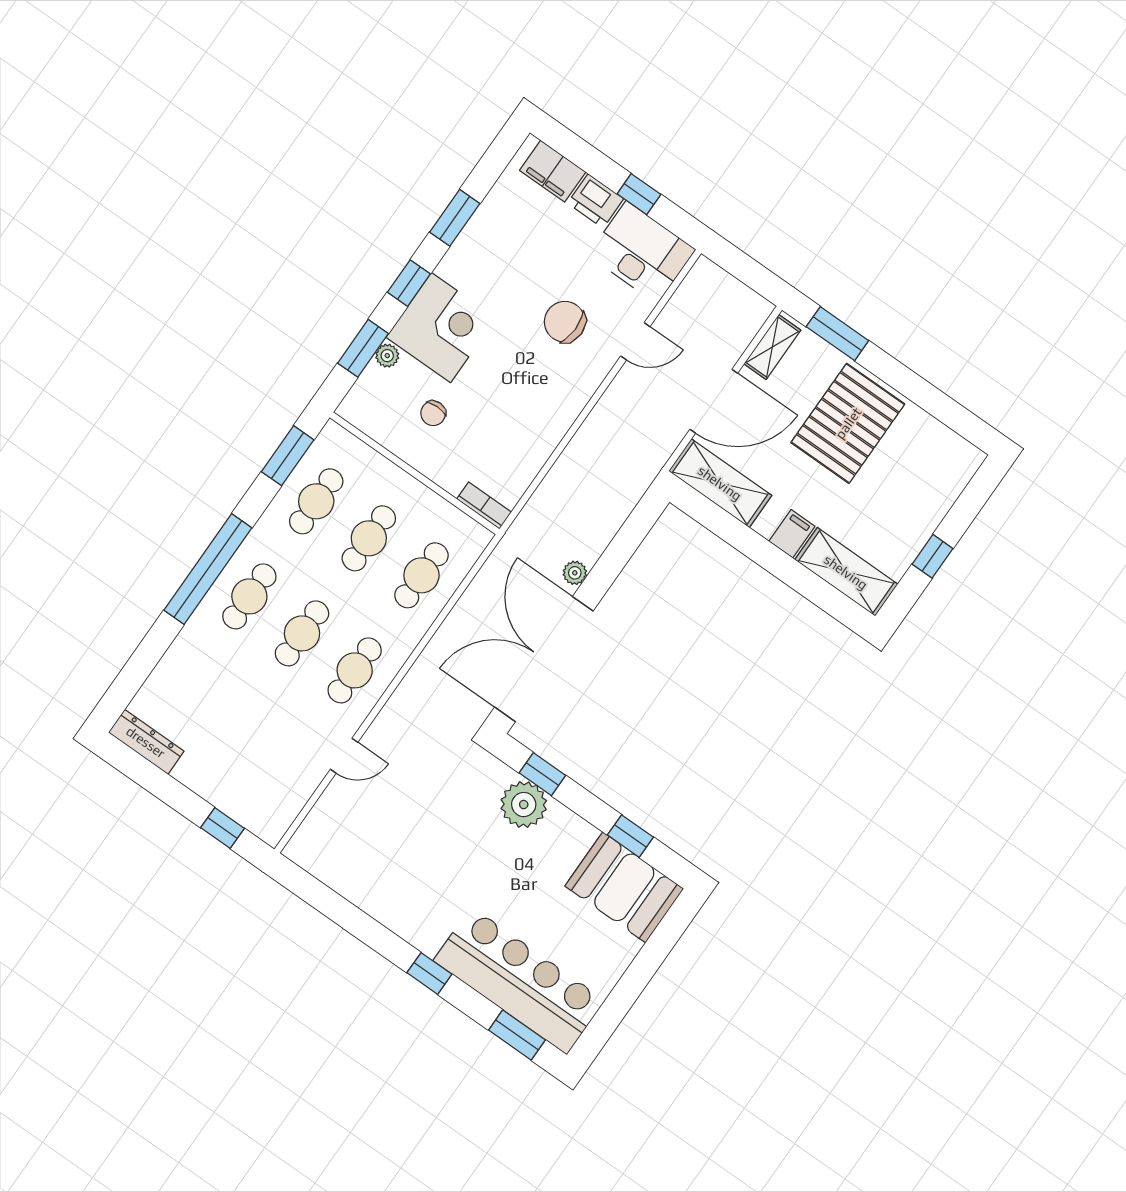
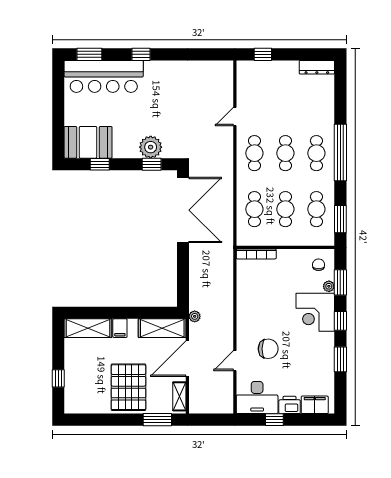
chair: (433, 413) -> (319, 265), moved
bookcase: (484, 506) -> (256, 254), width x1.56
window: (932, 556) -> (58, 378), moved
plant: (575, 573) -> (195, 316), moved

